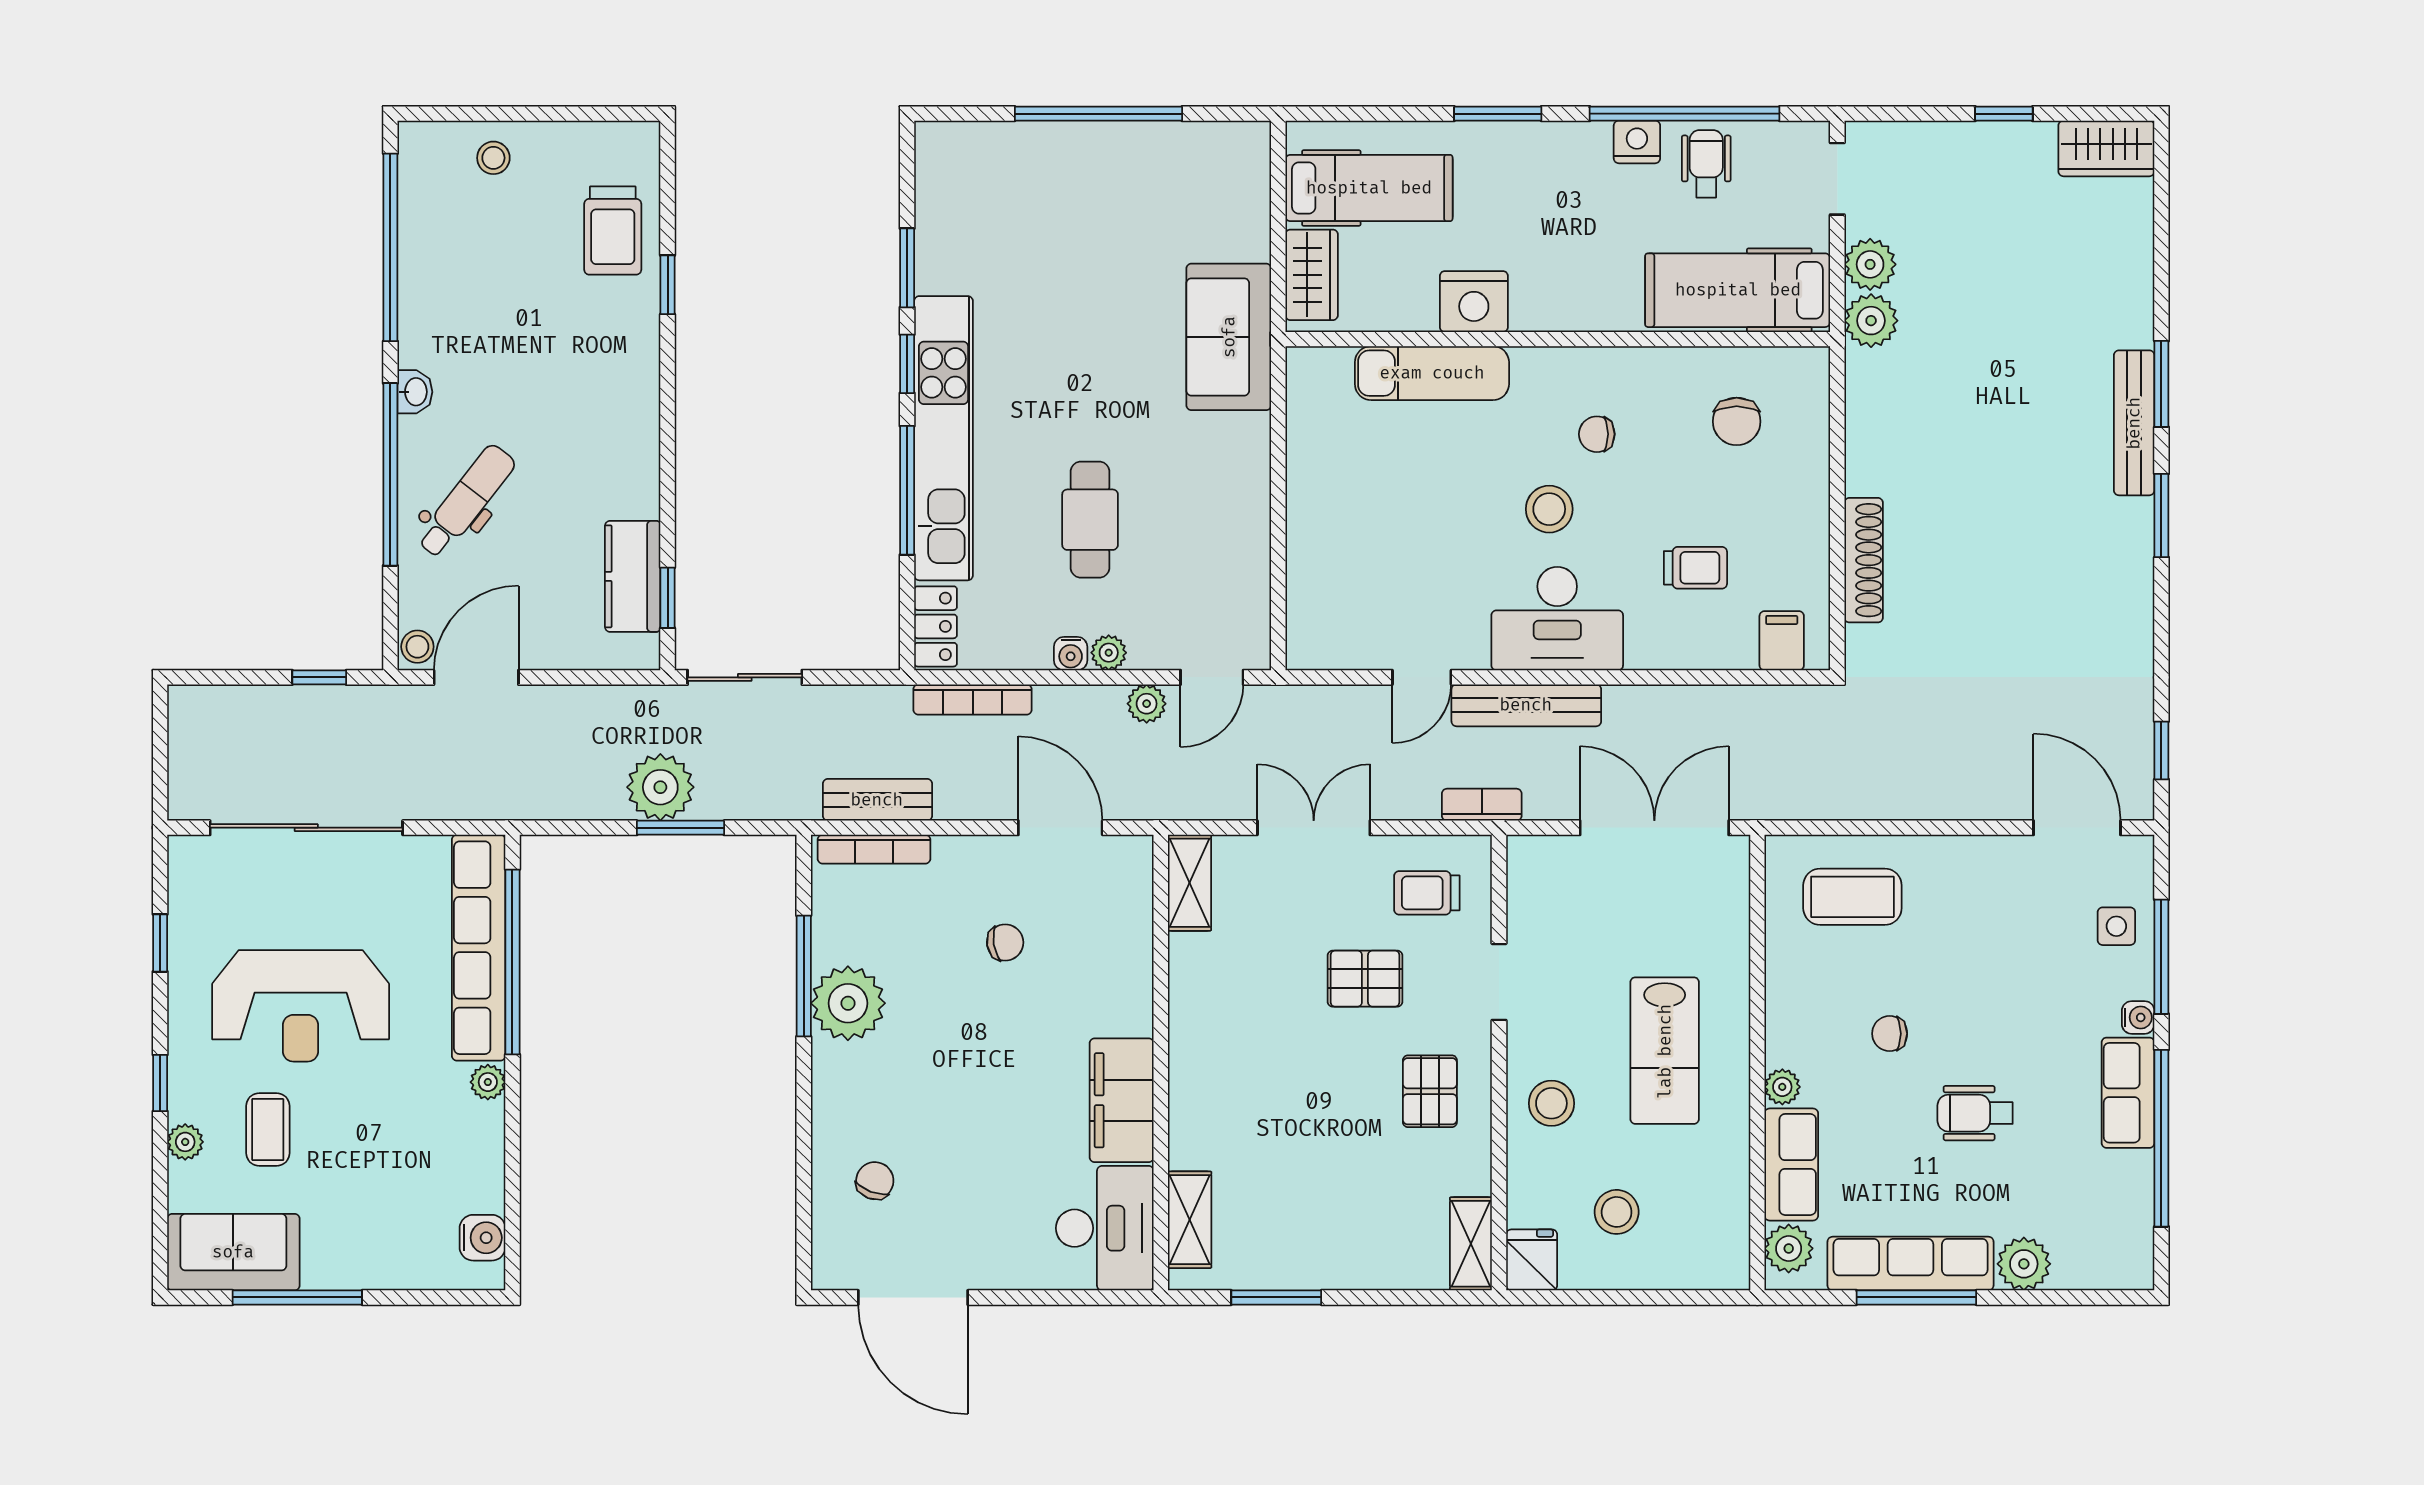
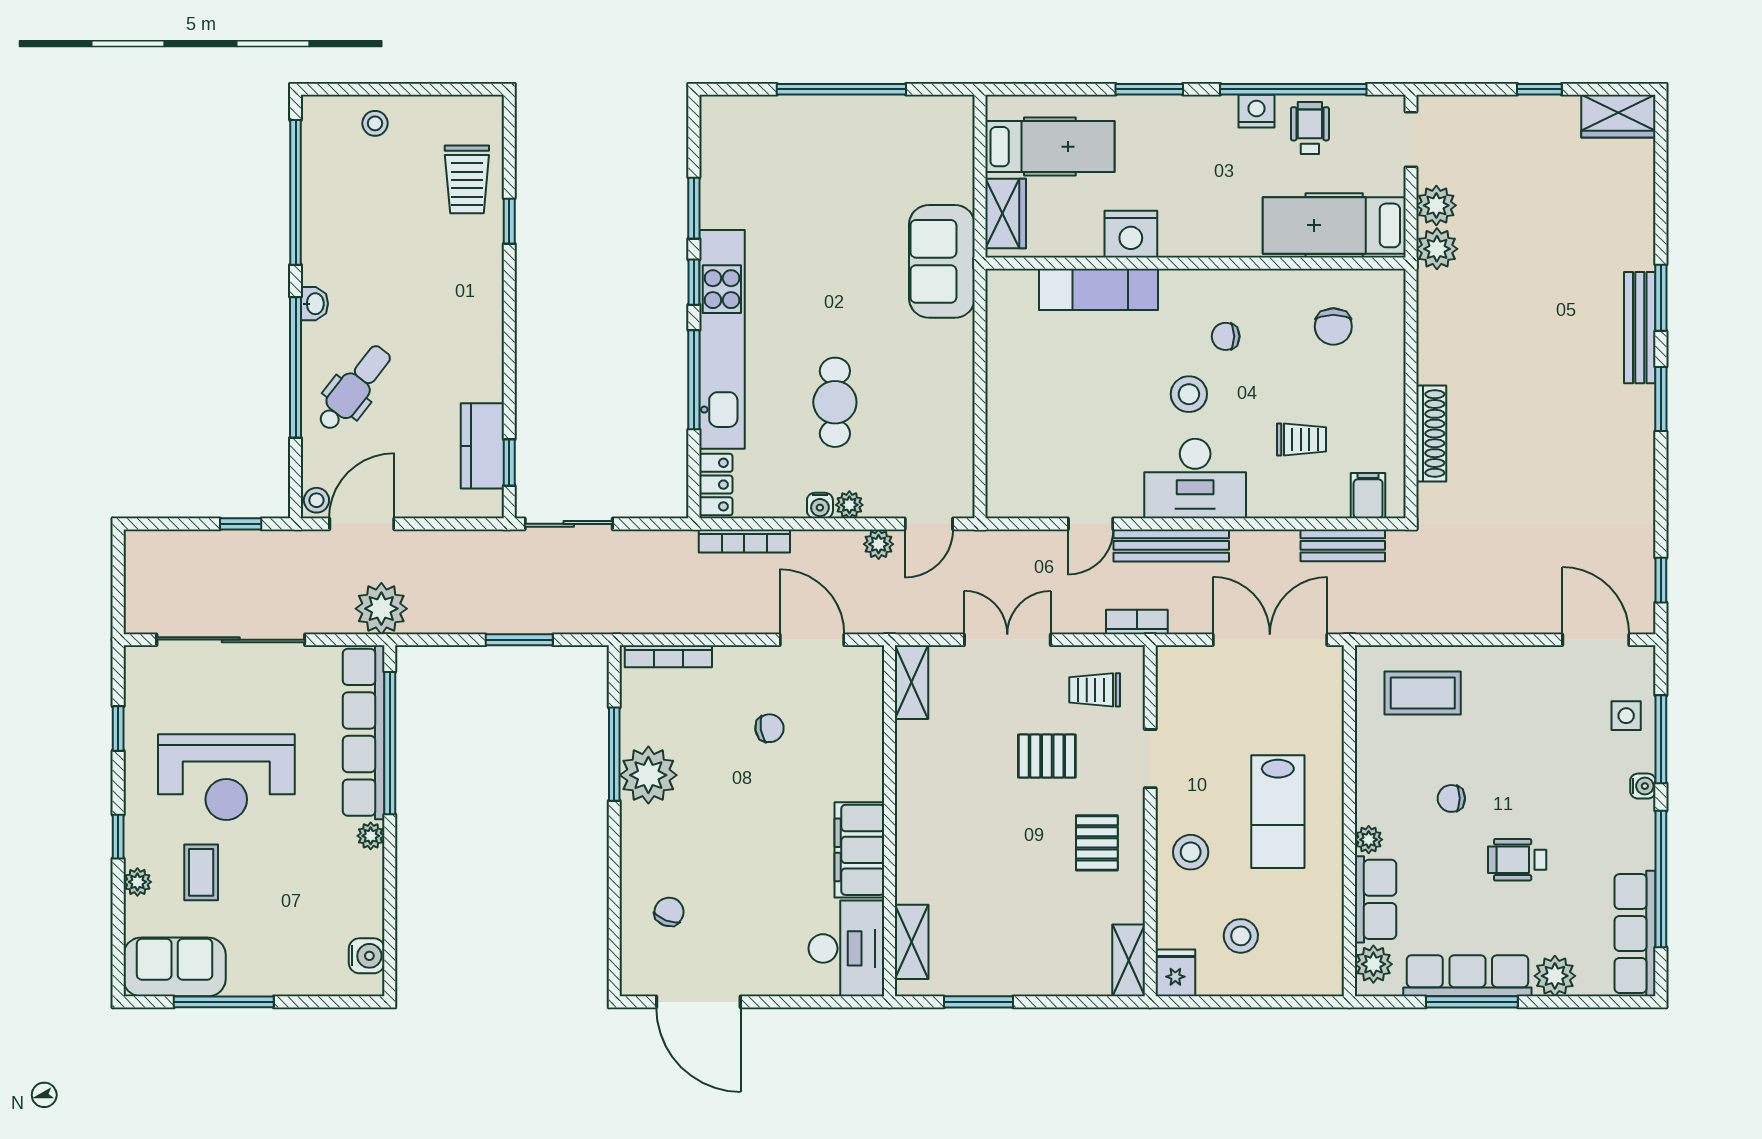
plant: (660, 787) -> (381, 609), moved
bench: (877, 800) -> (1343, 545), moved
row of seats: (2128, 1093) -> (1635, 934), moved, width x1.48

